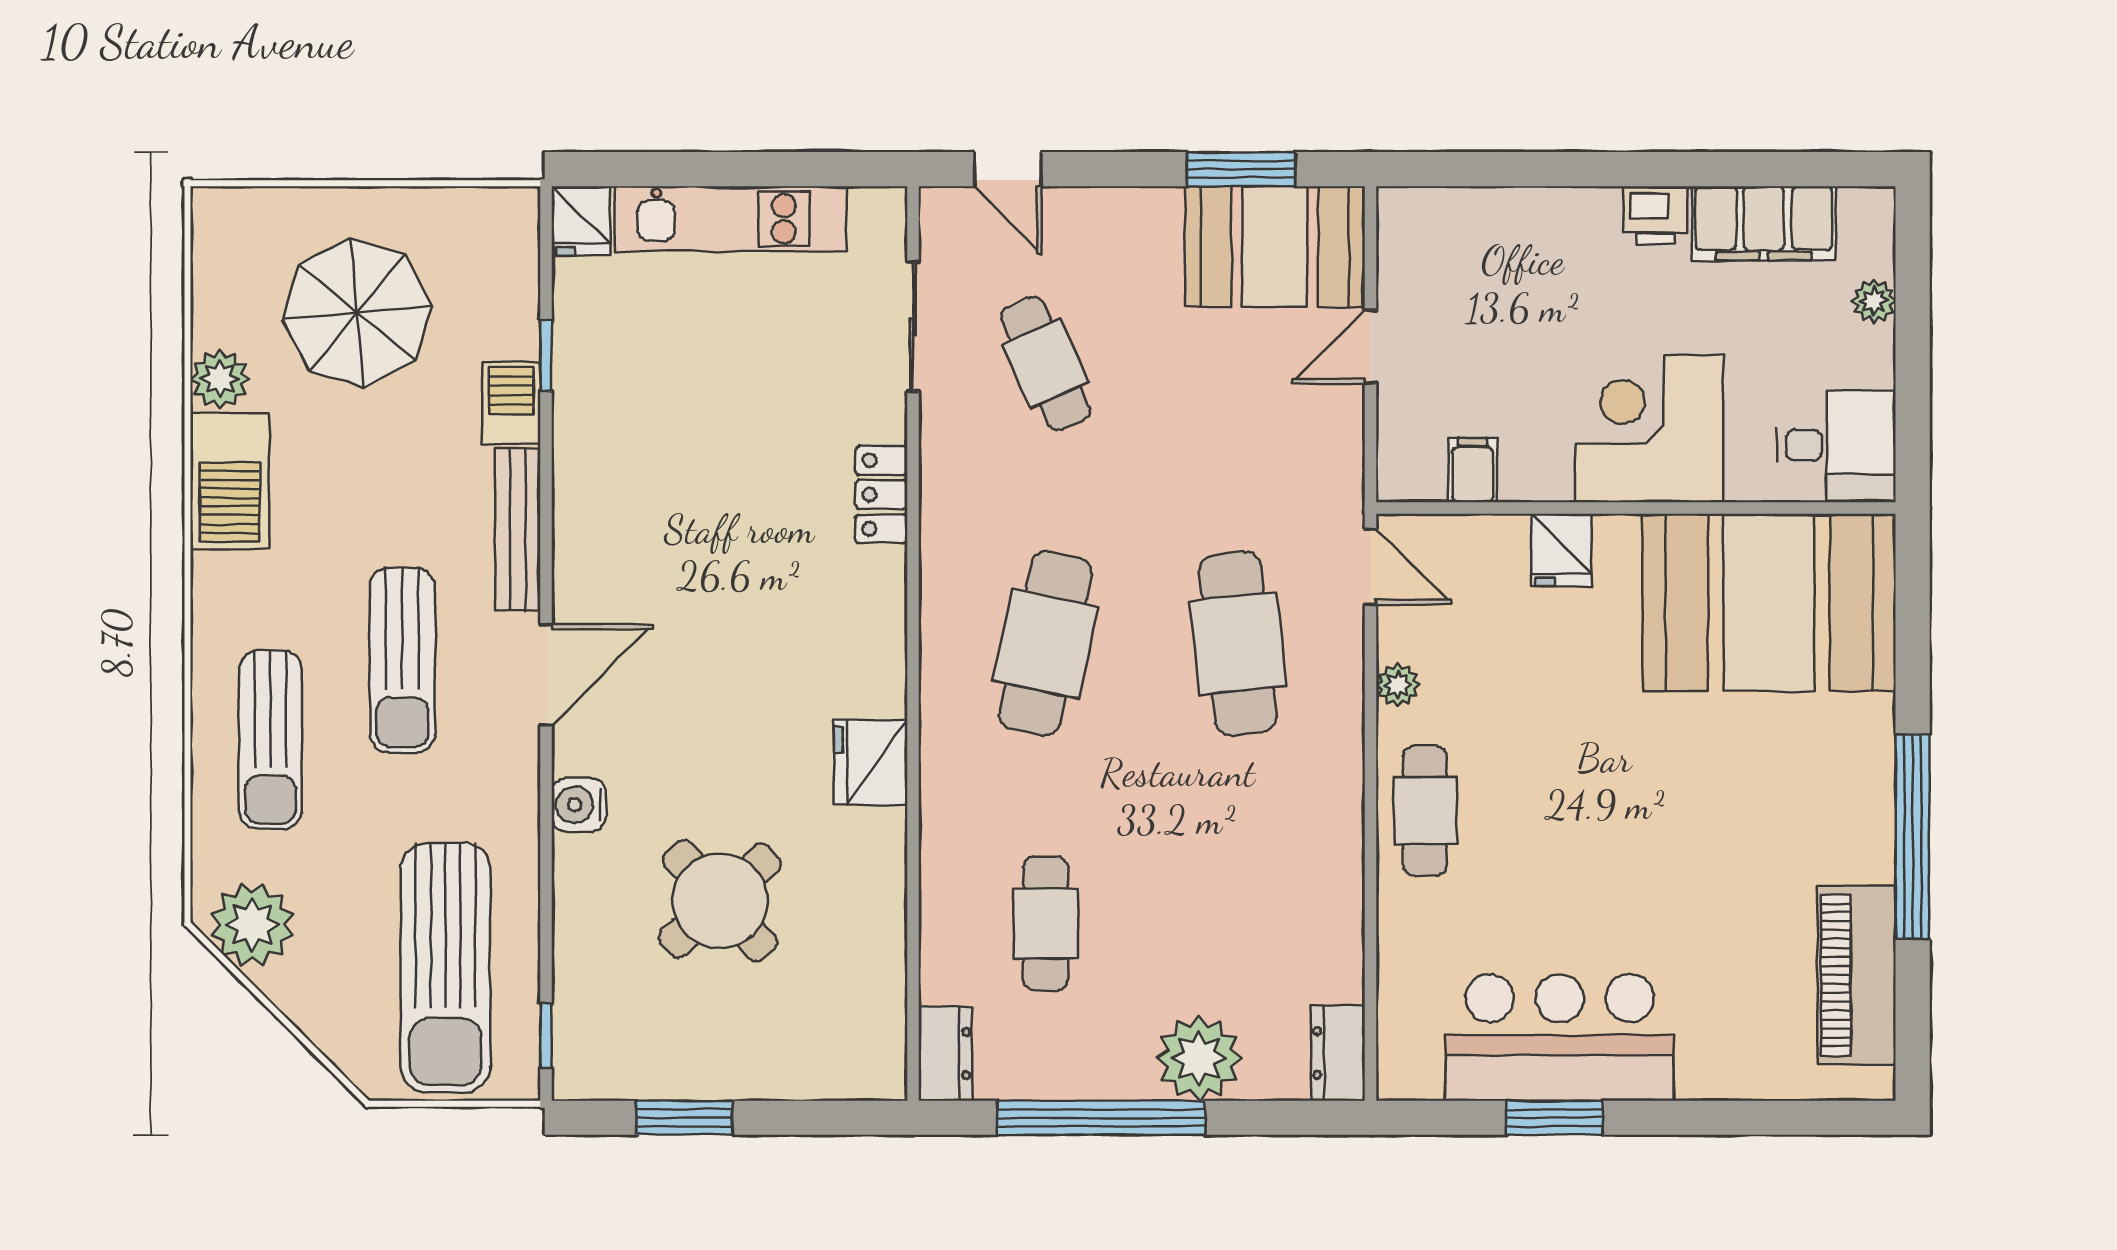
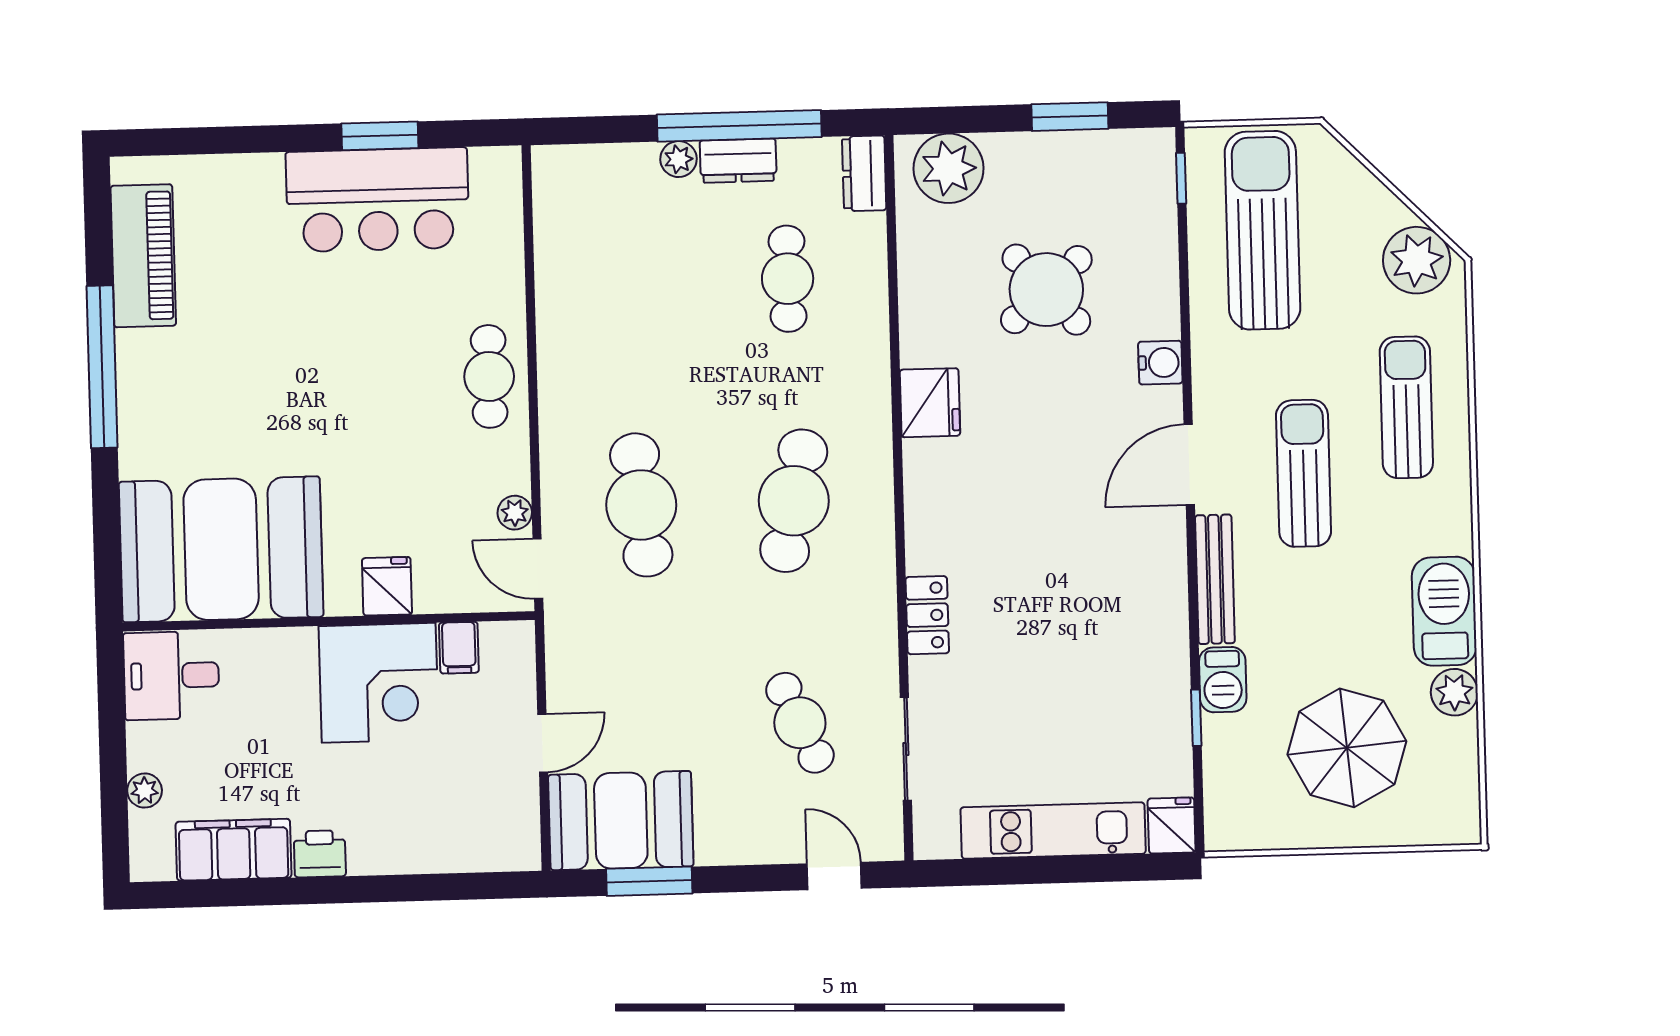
corner desk: (1649, 429) -> (379, 683), moved
plant: (1398, 685) -> (515, 513), moved
dresser: (1338, 1053) -> (738, 161), moved, turned 90
plant: (839, 1057) -> (949, 168), added
plant: (1199, 1058) -> (679, 159), width x0.53, depth x0.53

